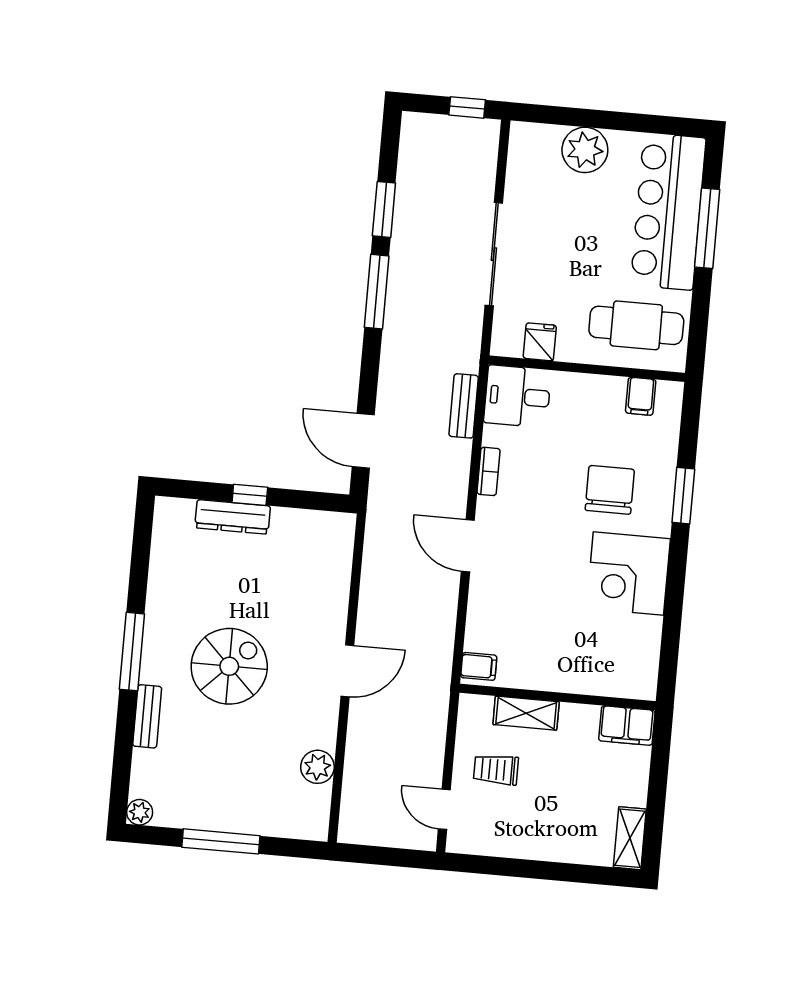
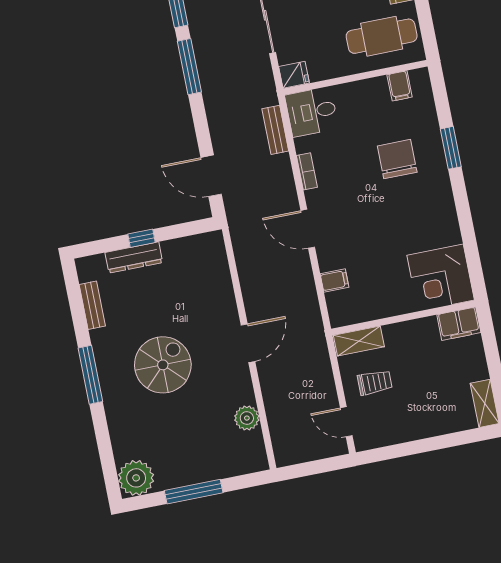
fridge: (540, 342) -> (294, 75), moved, turned 90
corner desk: (628, 574) -> (441, 278), moved
filing cabinet: (479, 666) -> (334, 280), moved
shelving: (526, 713) -> (359, 341), moved
bench: (147, 716) -> (92, 305), moved
trolley: (496, 770) -> (375, 382), turned 180
plant: (140, 812) -> (136, 478), width x1.88, depth x1.88

